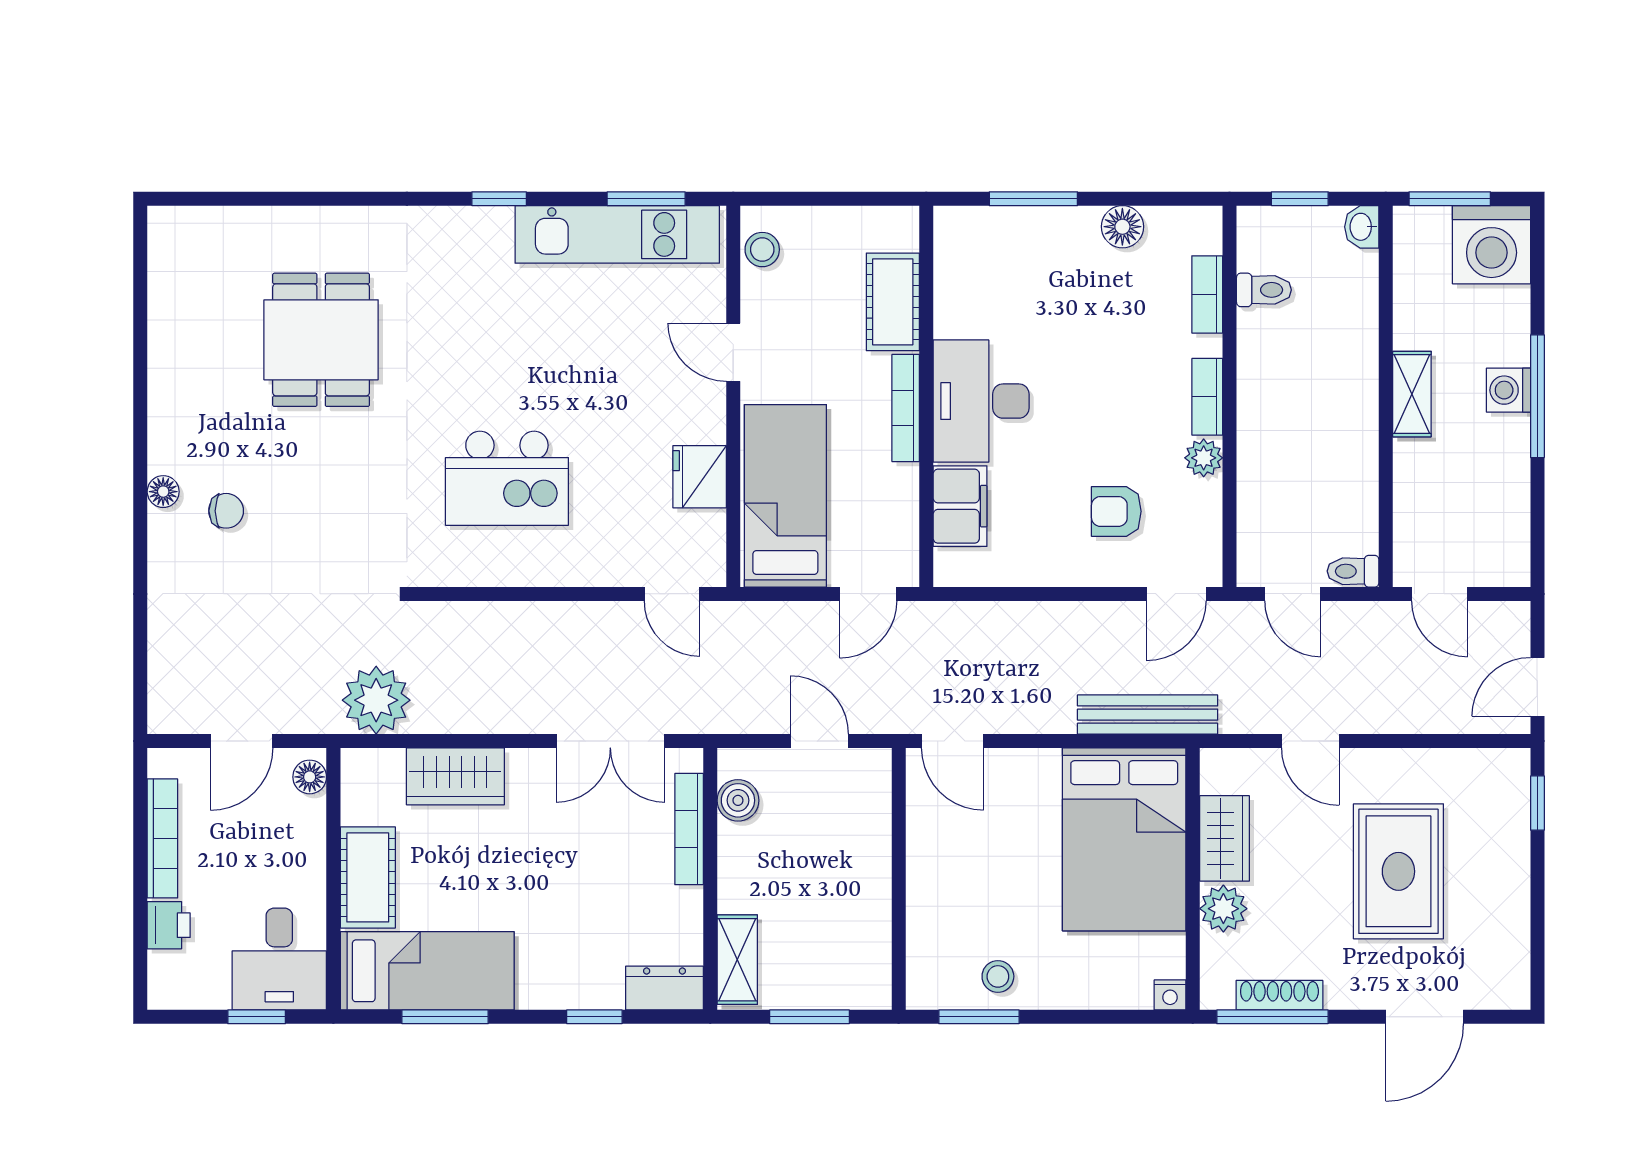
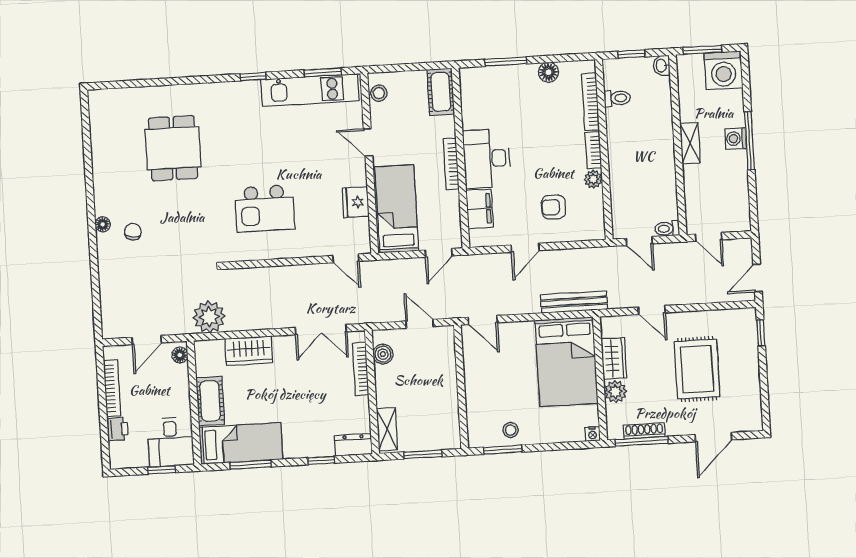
bookcase: (1207, 294) -> (590, 102), width x1.56
cot: (893, 302) -> (441, 92), moved
chair: (226, 511) -> (133, 232), turned -81
door: (1176, 594) -> (525, 248), moved

